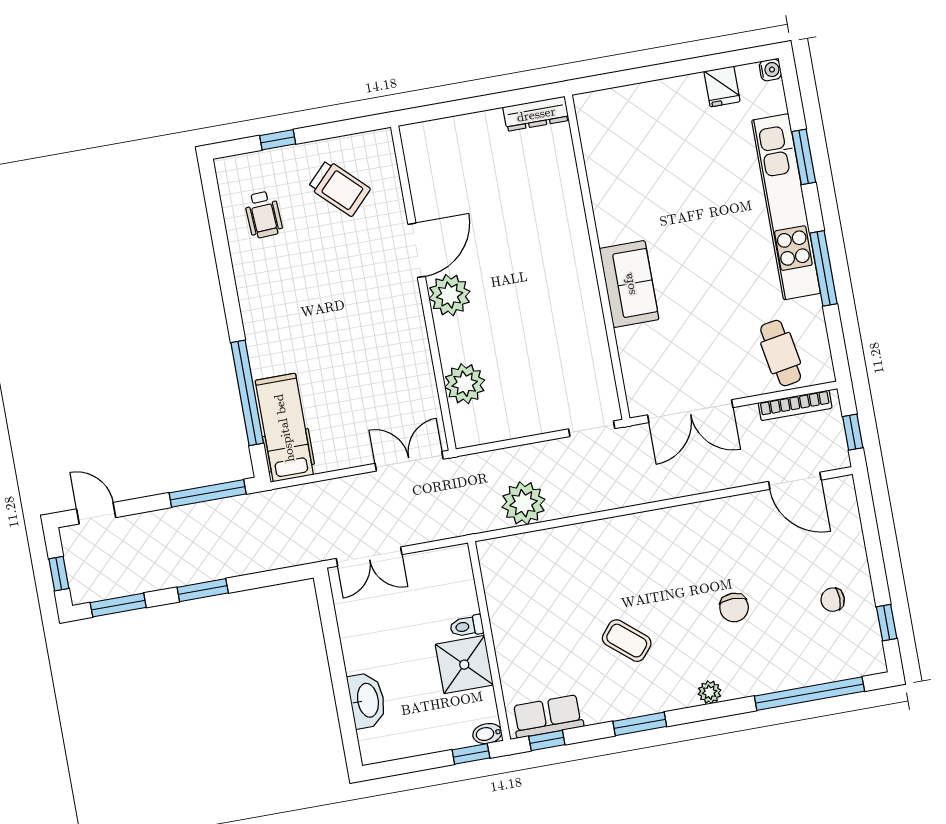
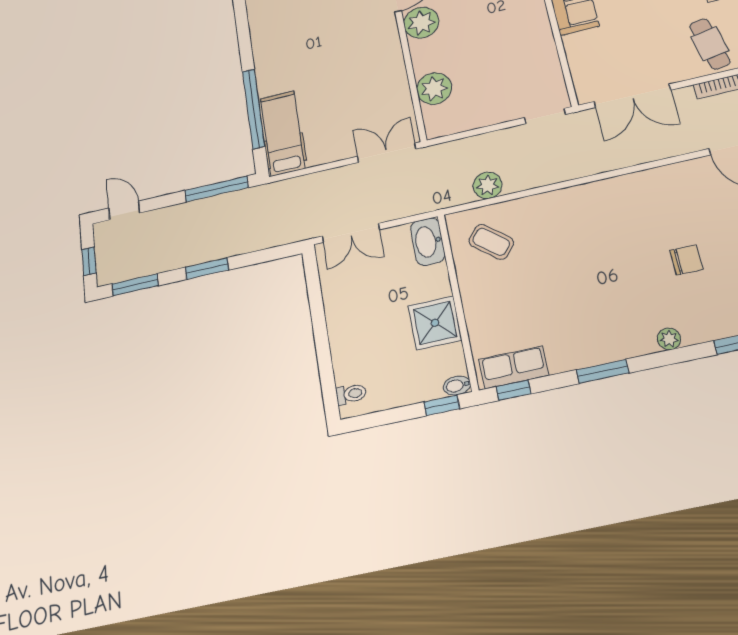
plant: (523, 503) -> (488, 185), width x0.73, depth x0.73
chair: (734, 608) -> (686, 260), turned -90
toilet: (467, 626) -> (351, 394), moved, turned 180
coffee table: (627, 641) -> (491, 242), moved
washbasin: (367, 700) -> (428, 242), moved, turned 180

